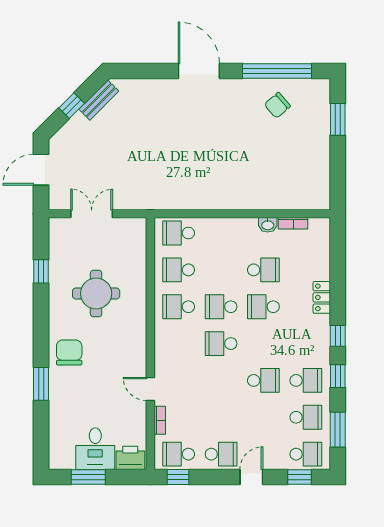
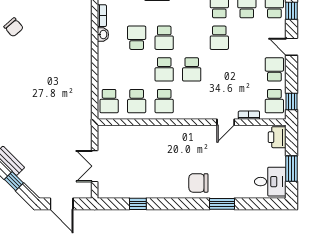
round table: (96, 294) -> (154, 163), removed
school desk: (263, 380) -> (219, 38), turned 180
desk: (95, 449) -> (270, 182), moved

